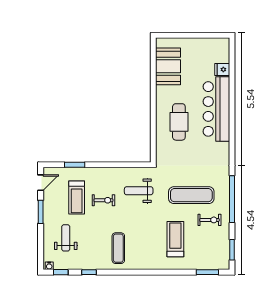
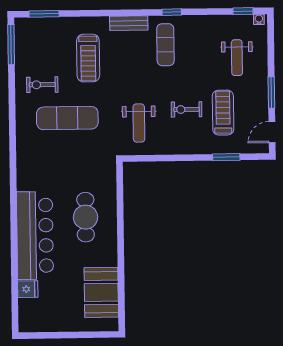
weight bench: (139, 191) -> (139, 123), turned 90
window: (232, 199) -> (12, 113), removed
window: (232, 250) -> (11, 45), width x1.44
bench: (145, 264) -> (129, 23), added
window: (89, 272) -> (172, 12), moved

